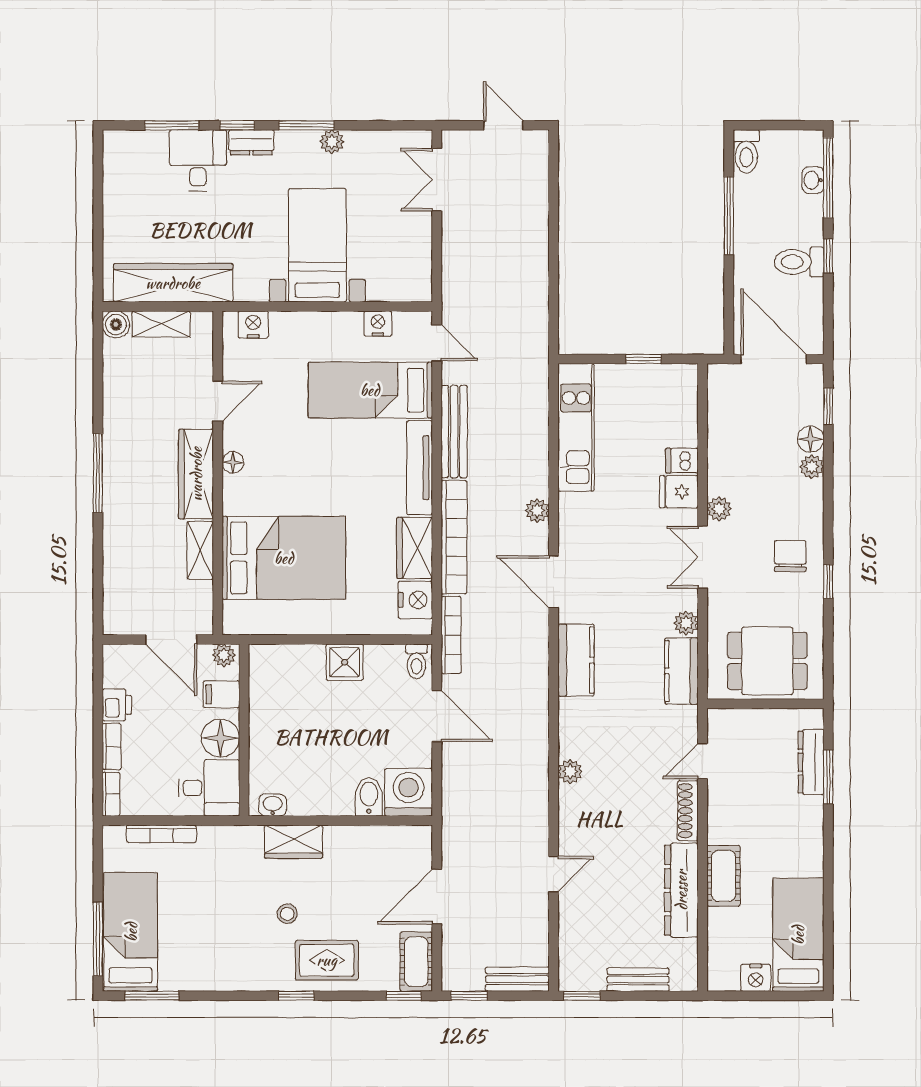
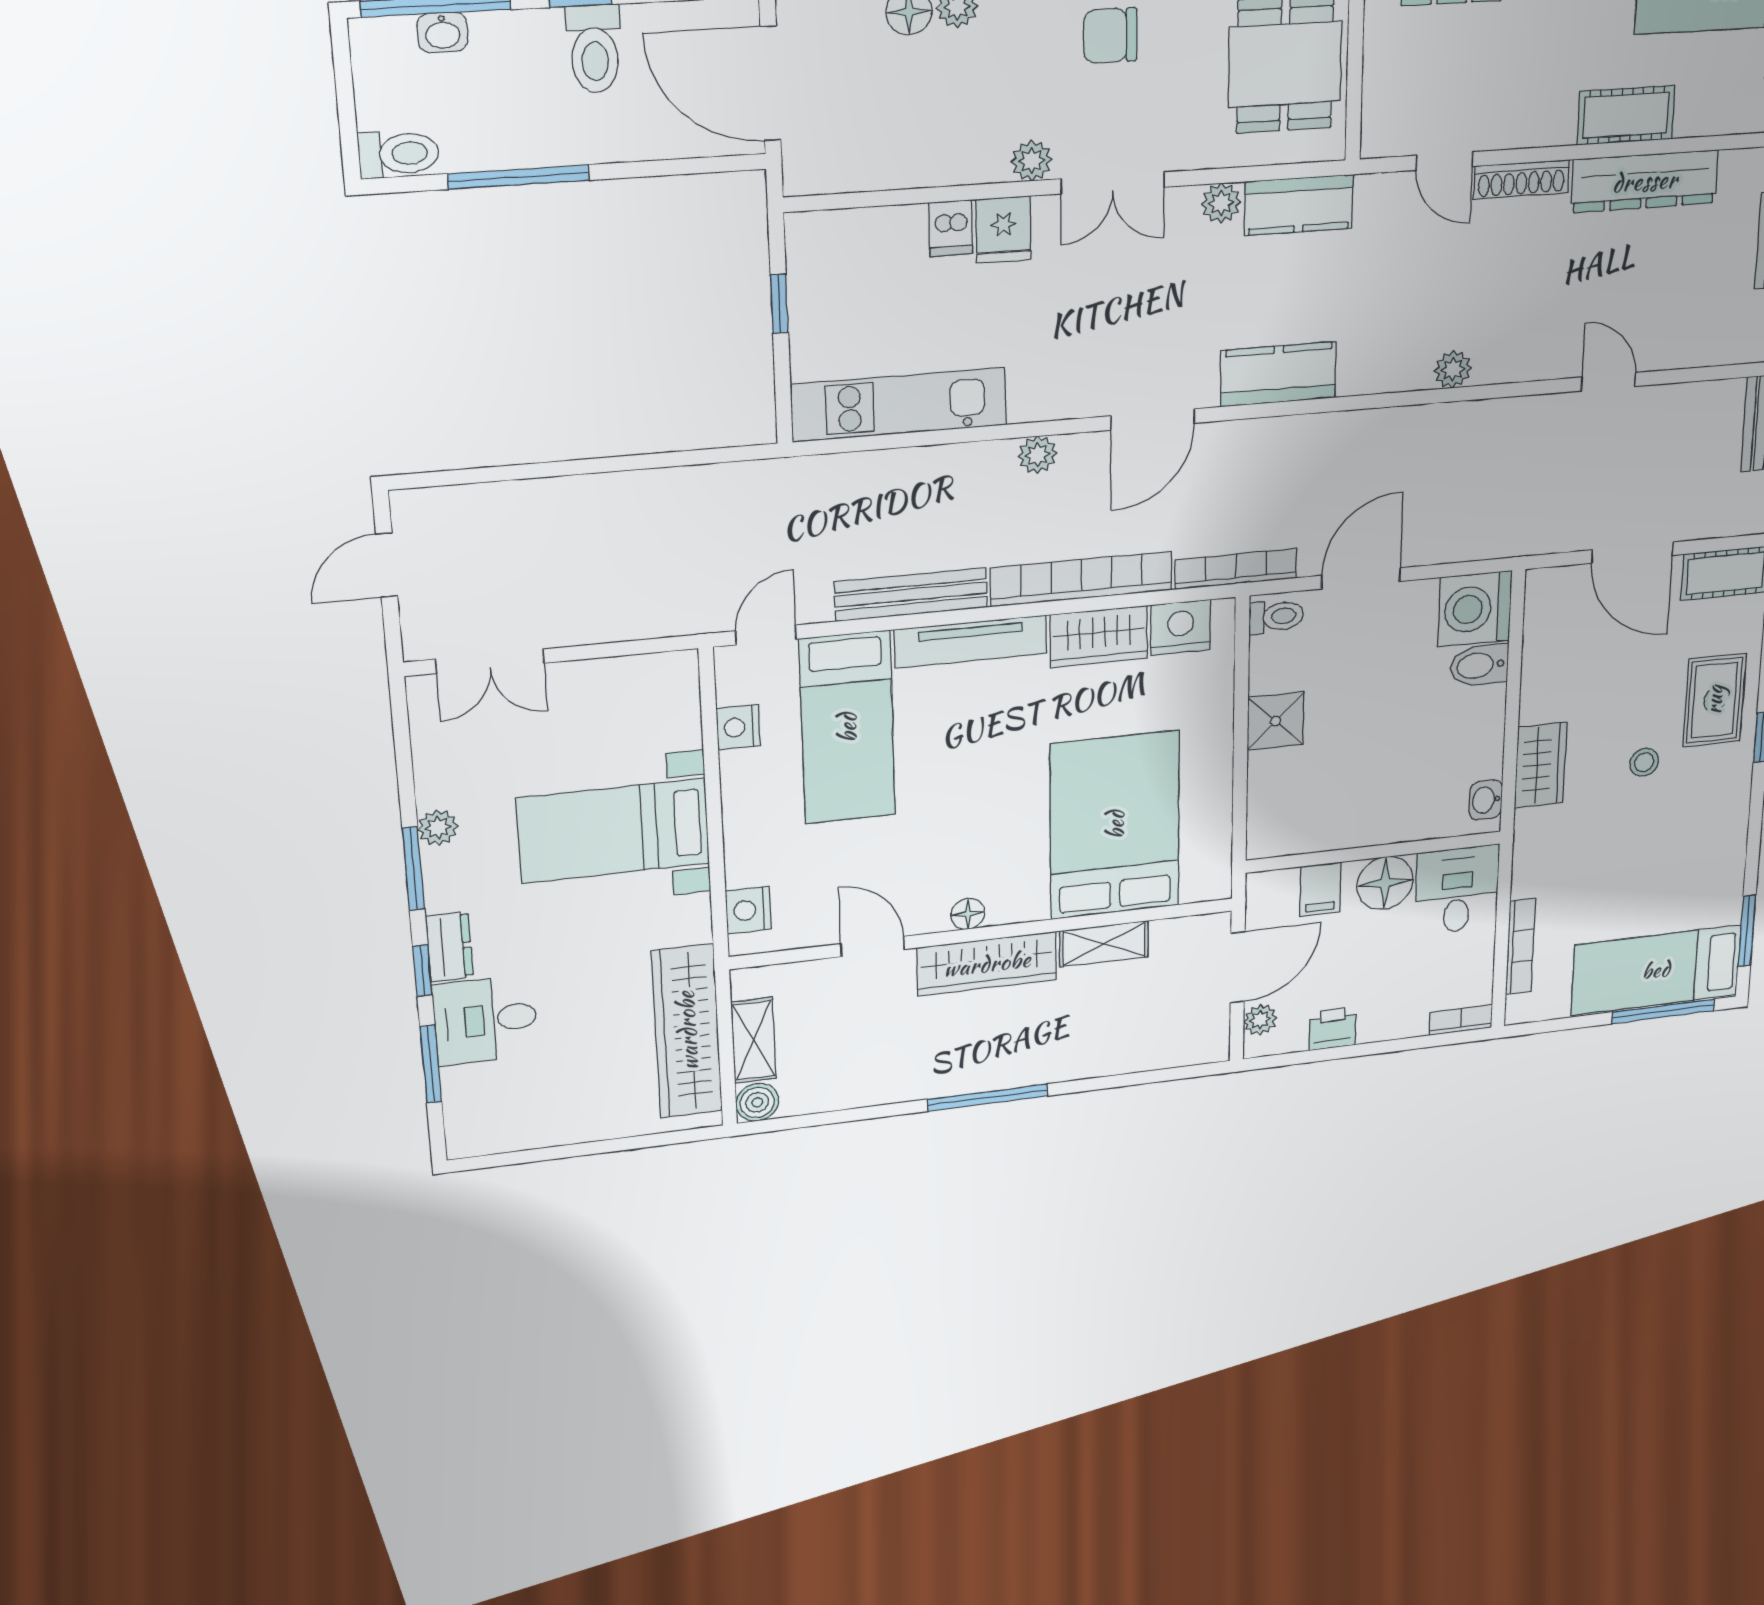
door: (774, 359) -> (770, 84), hinge flipped
plant: (224, 655) -> (1260, 1020), moved
bookcase: (112, 747) -> (1392, 1028), removed

